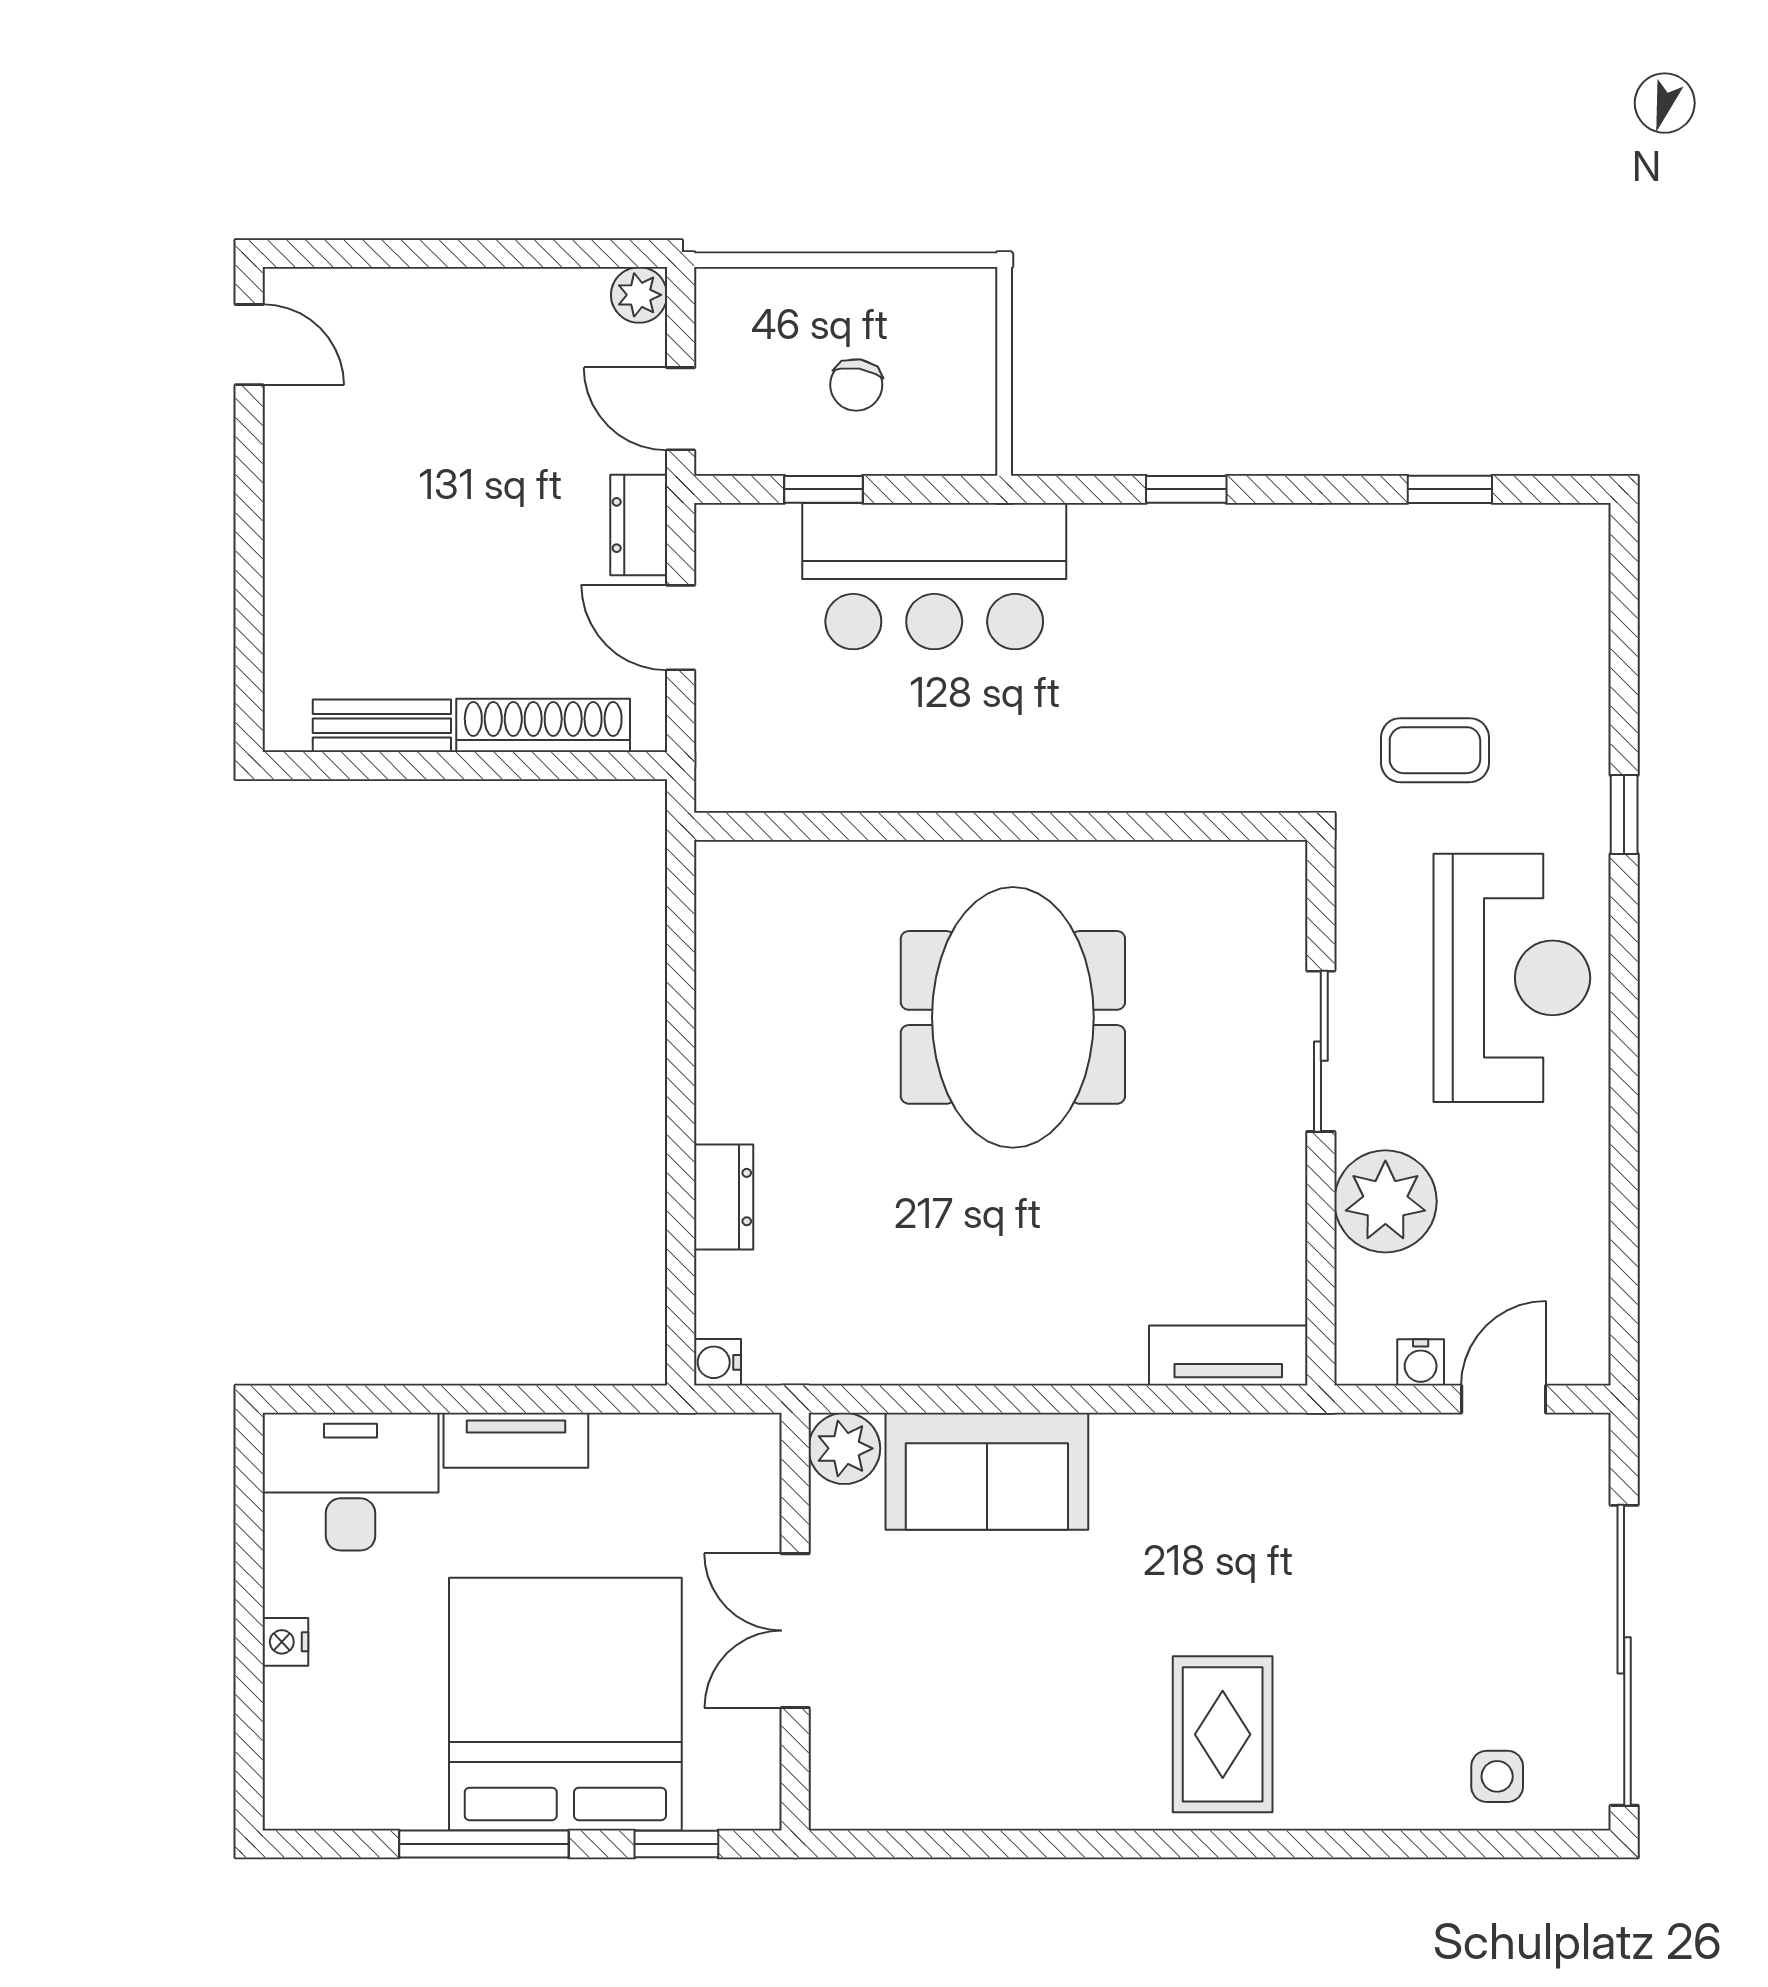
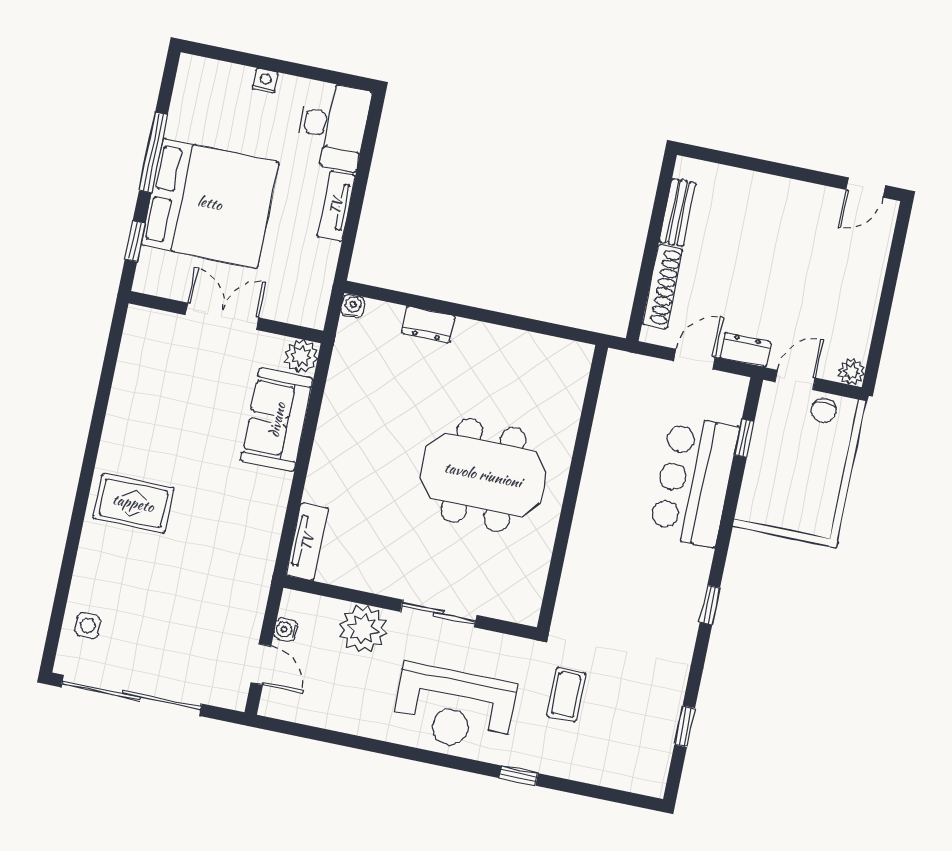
chair: (856, 385) -> (824, 410), moved, turned -99

